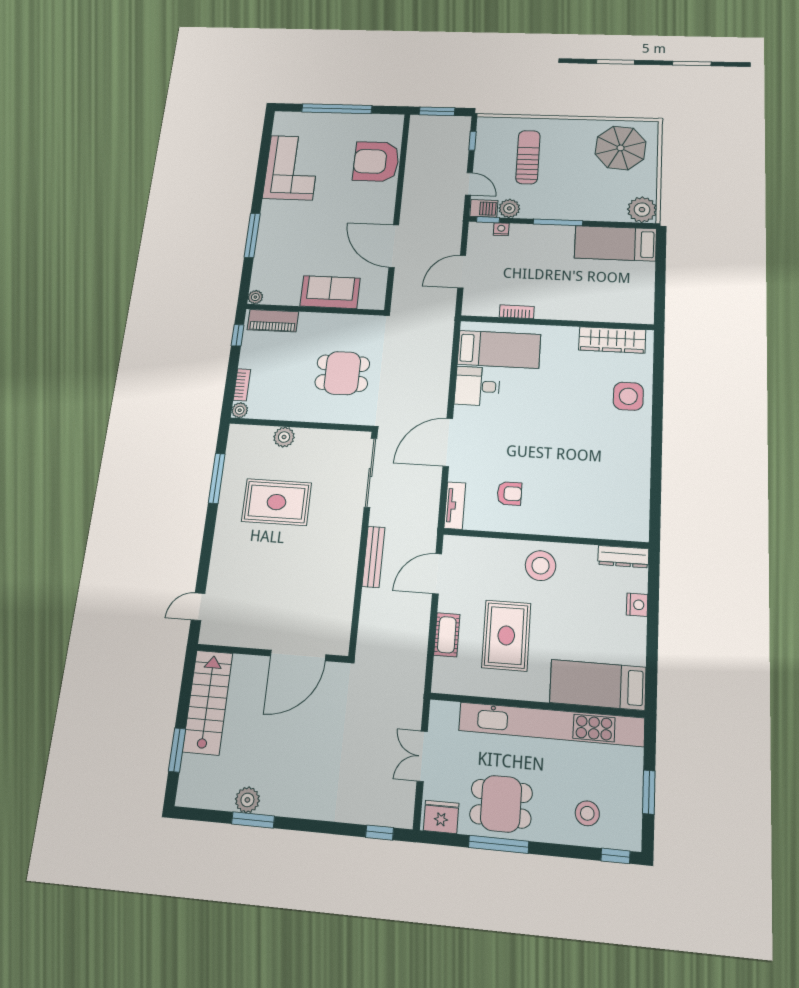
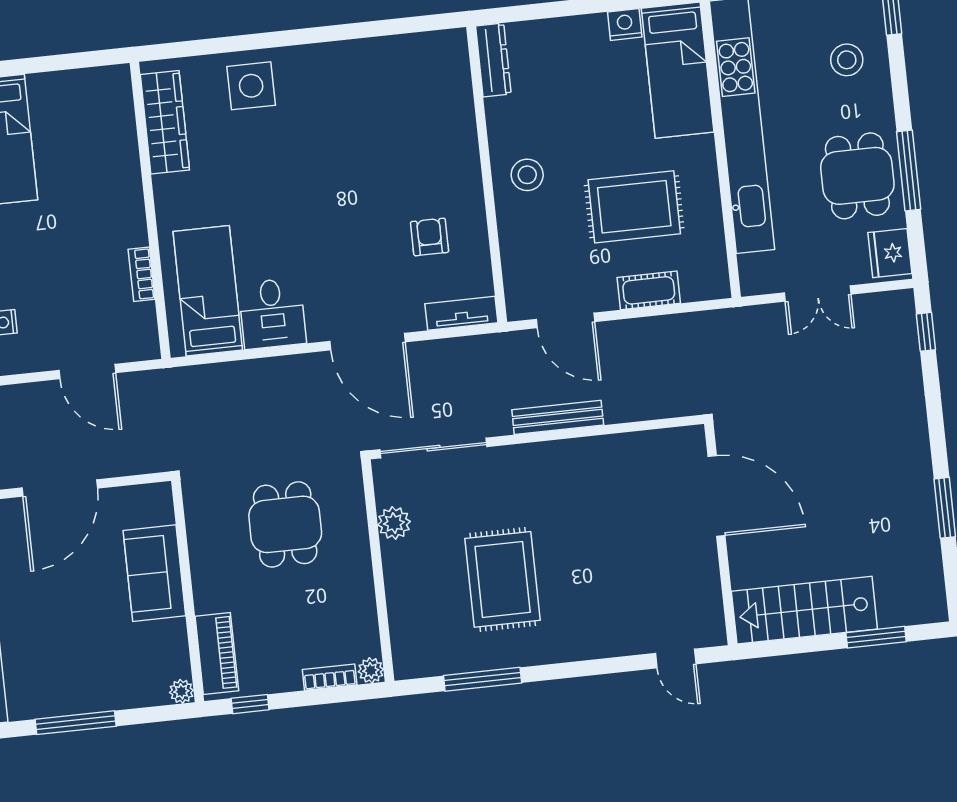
plant: (284, 437) -> (394, 523), moved
stool: (541, 566) -> (527, 175), width x0.73, depth x0.73
nightstand: (637, 605) -> (625, 24), moved
plant: (247, 800) -> (921, 522), removed

